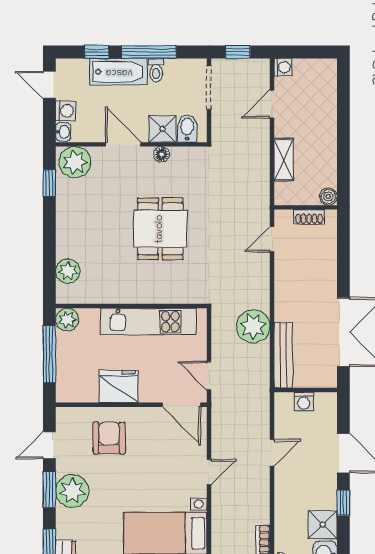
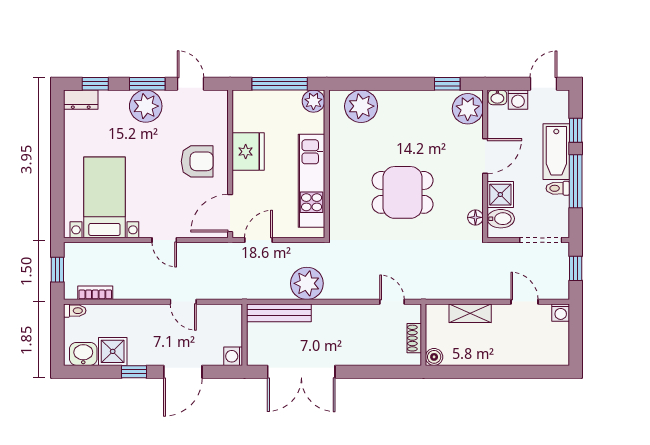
floor lamp: (162, 154) -> (475, 217), moved
plant: (68, 271) -> (361, 106), width x1.36, depth x1.36
washing machine: (304, 402) -> (233, 356), moved
armchair: (109, 438) -> (197, 161), moved

